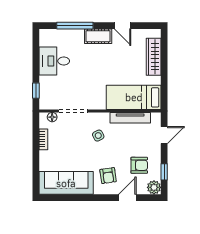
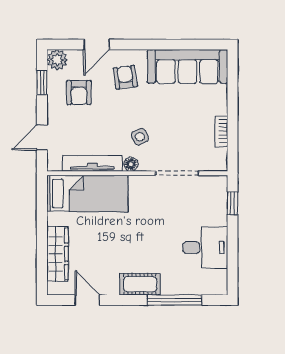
door: (123, 26) -> (87, 300), moved
floor lamp: (52, 117) -> (131, 164), moved
armchair: (139, 165) -> (79, 93), turned -90

